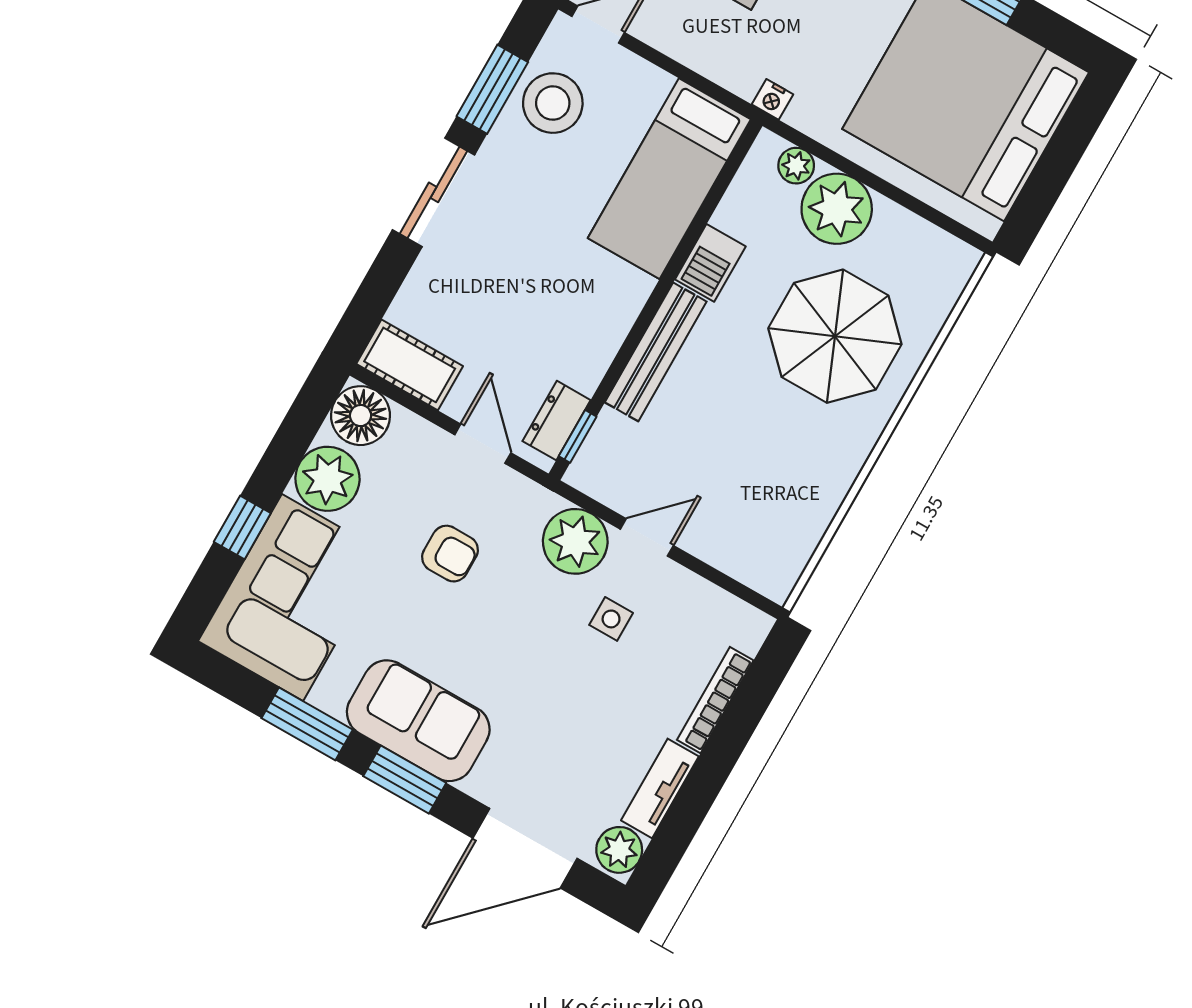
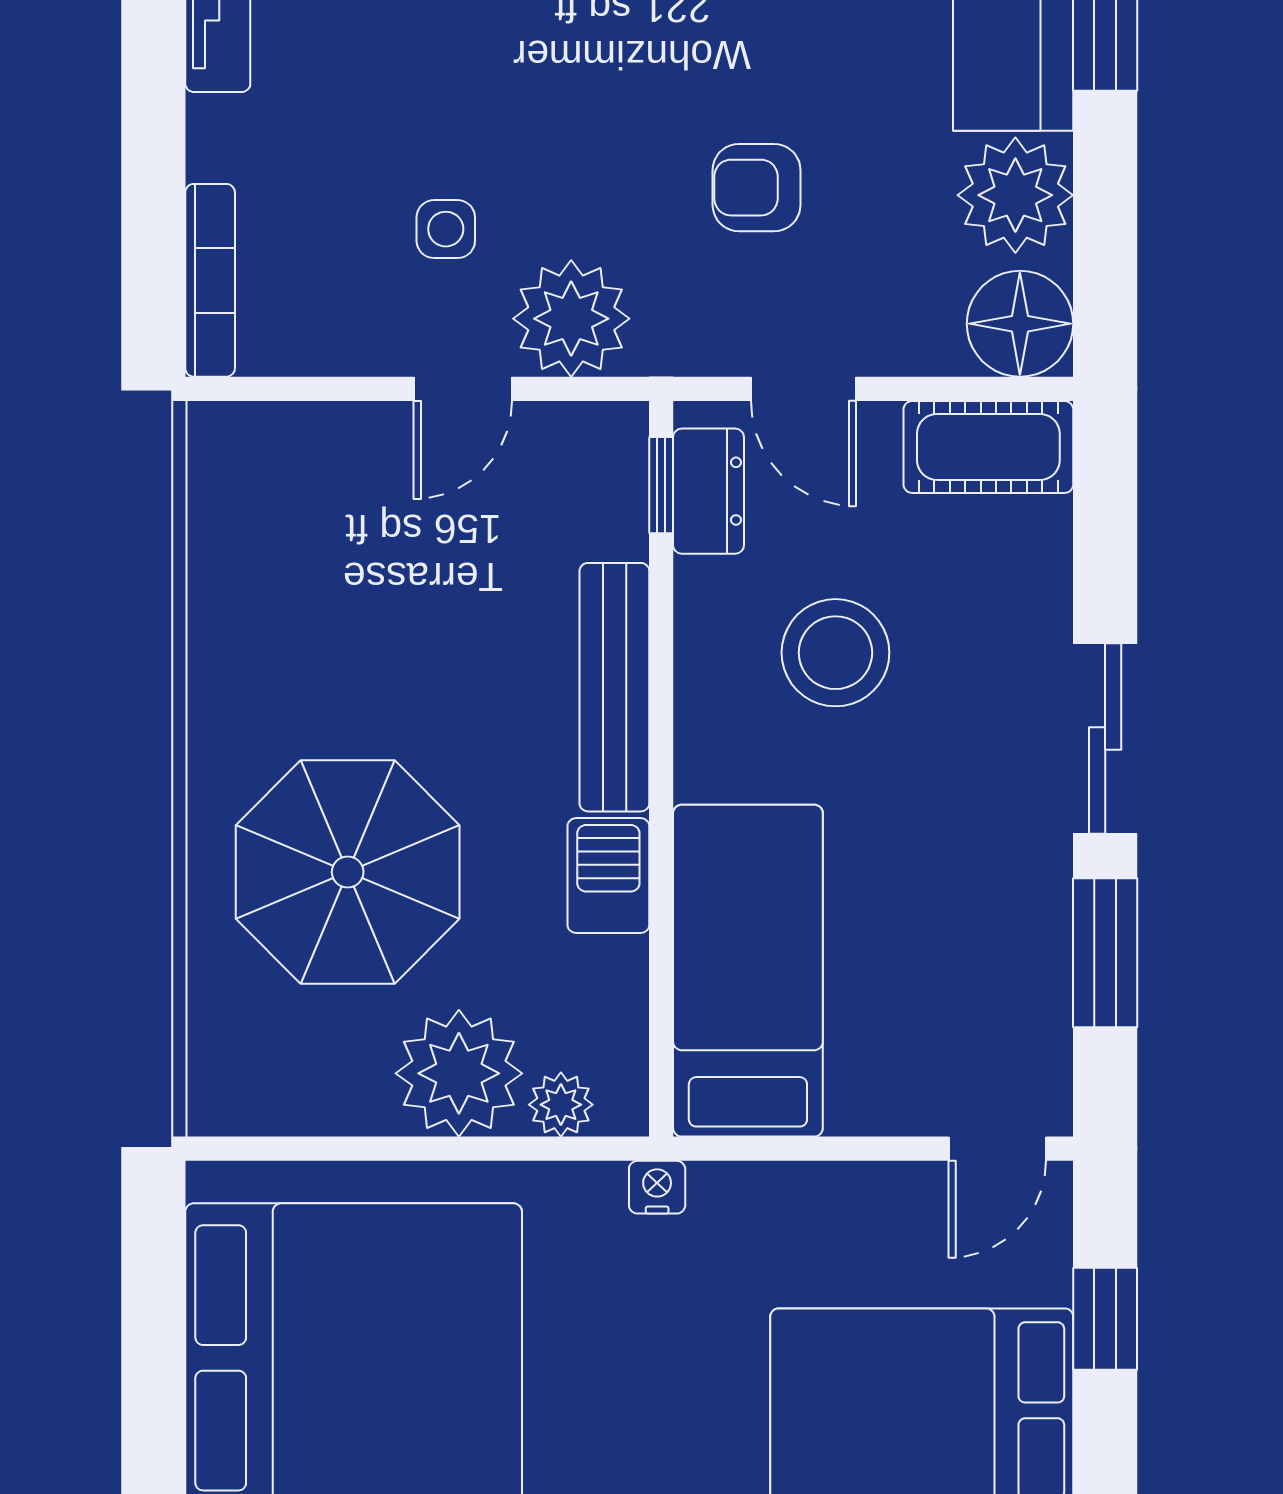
stool: (553, 103) -> (835, 653), moved
bookcase: (715, 700) -> (210, 280), moved

